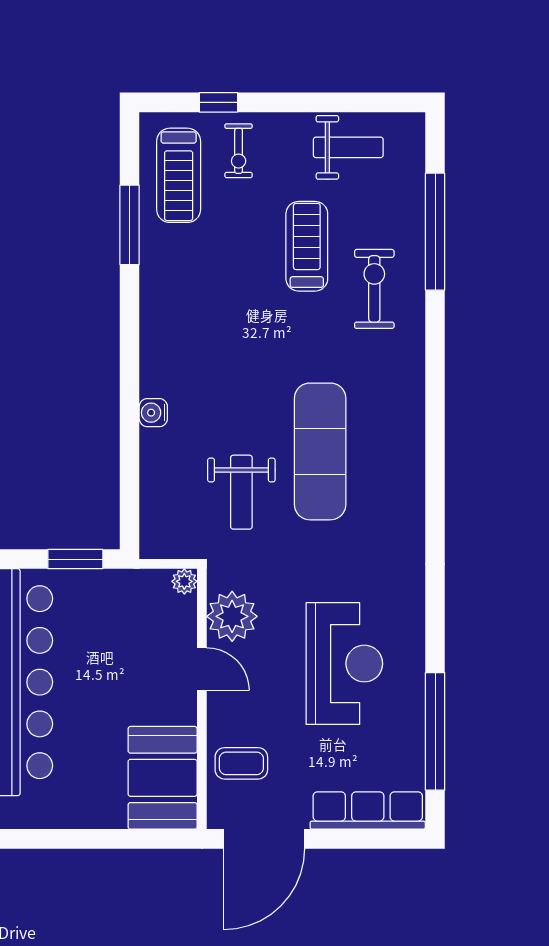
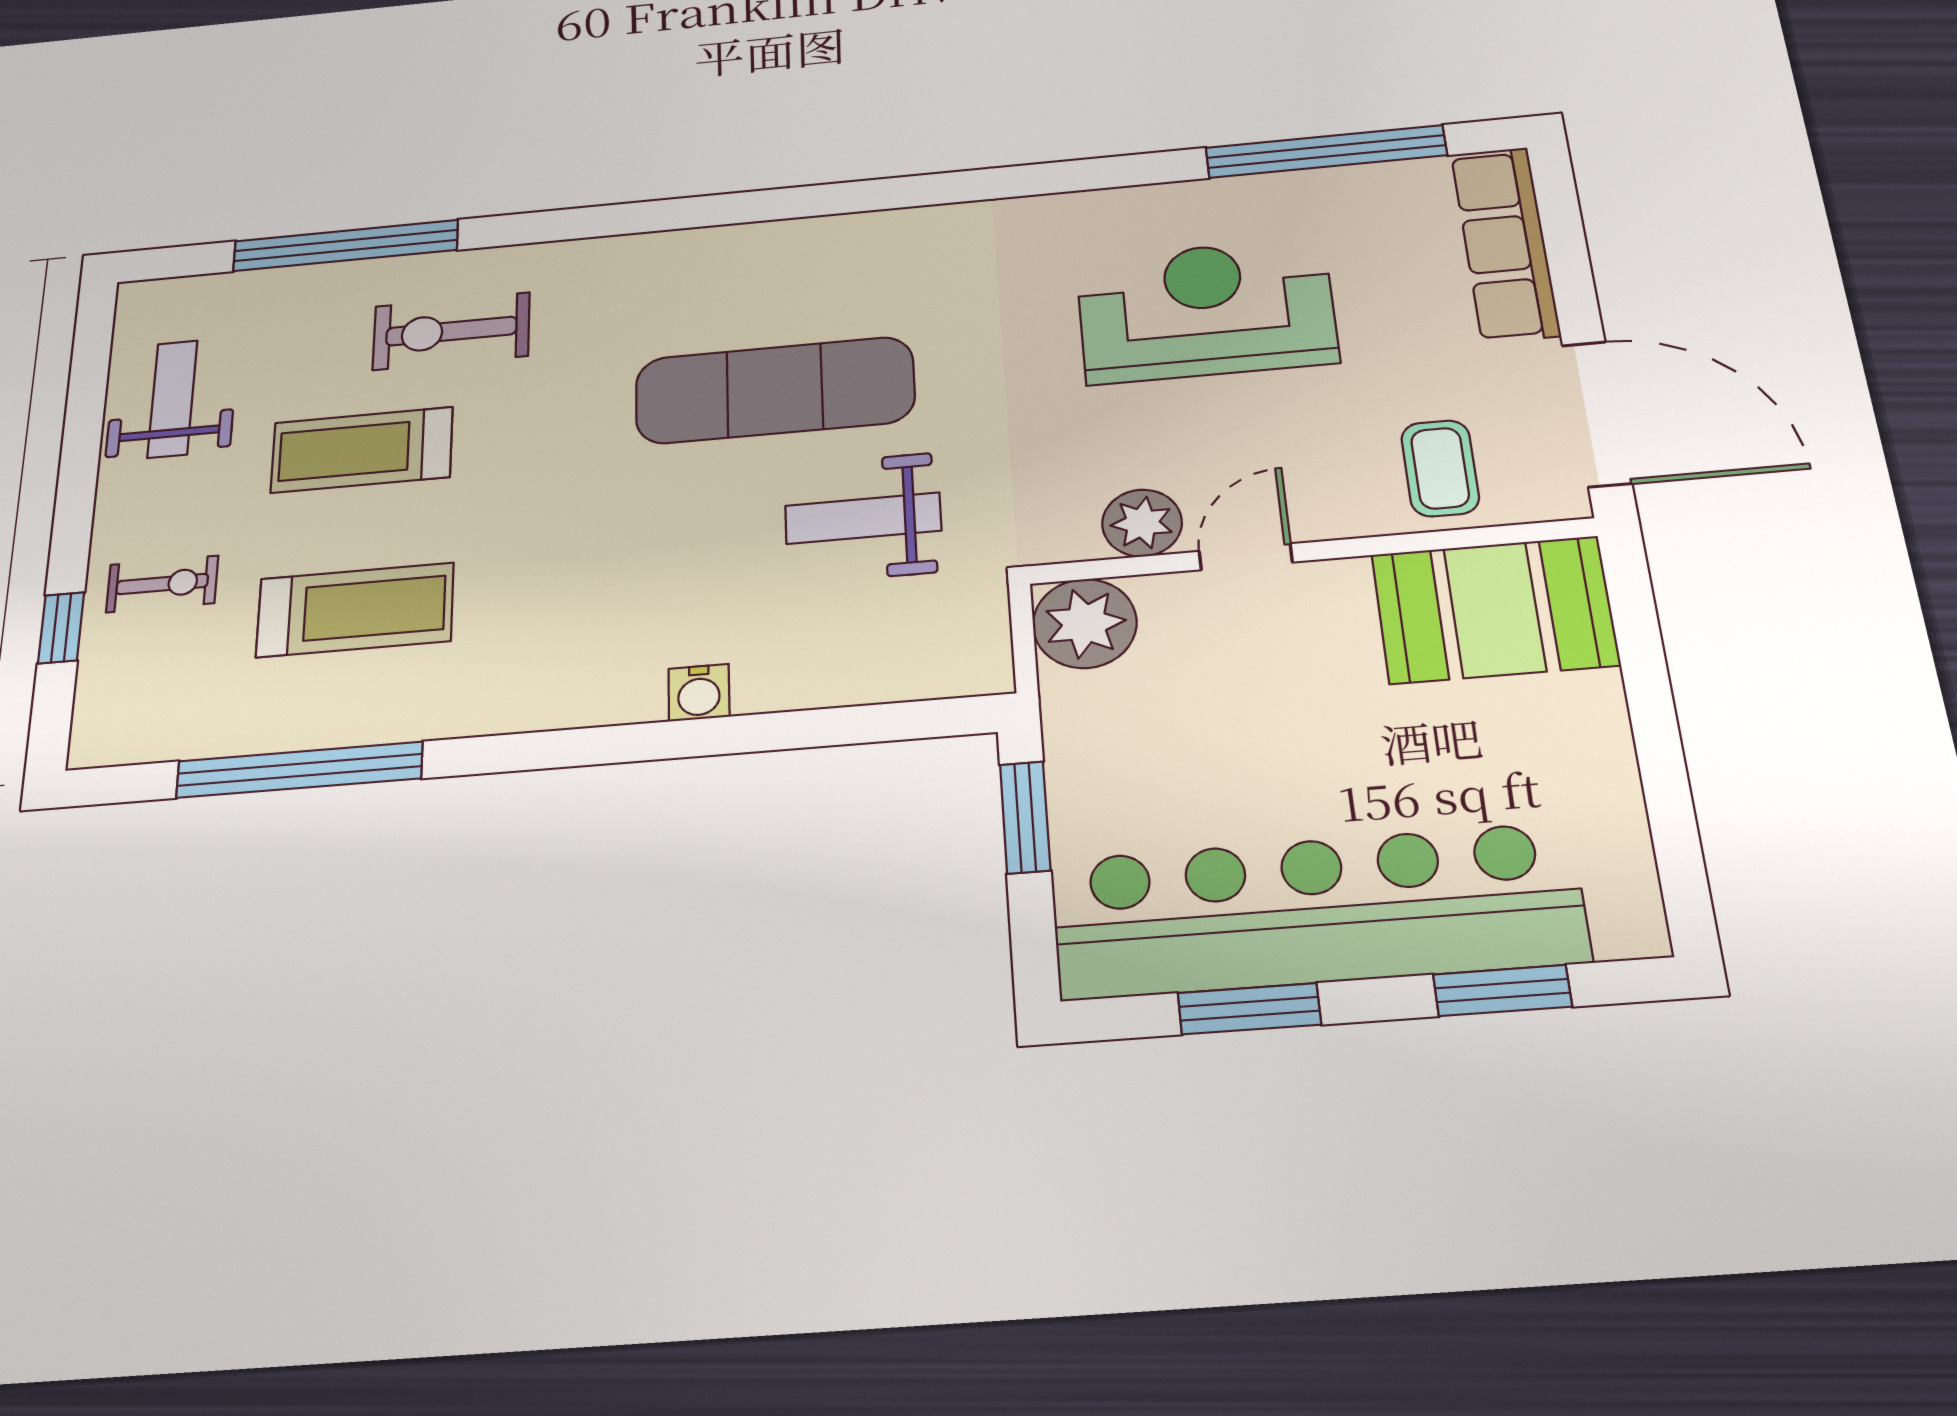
treadmill: (179, 175) -> (355, 610), moved
window: (130, 225) -> (299, 770), width x1.46
weight bench: (241, 492) -> (863, 518), turned 180
plant: (184, 581) -> (1085, 623), width x1.88, depth x1.88
plant: (232, 616) -> (1142, 523), width x0.73, depth x0.73

